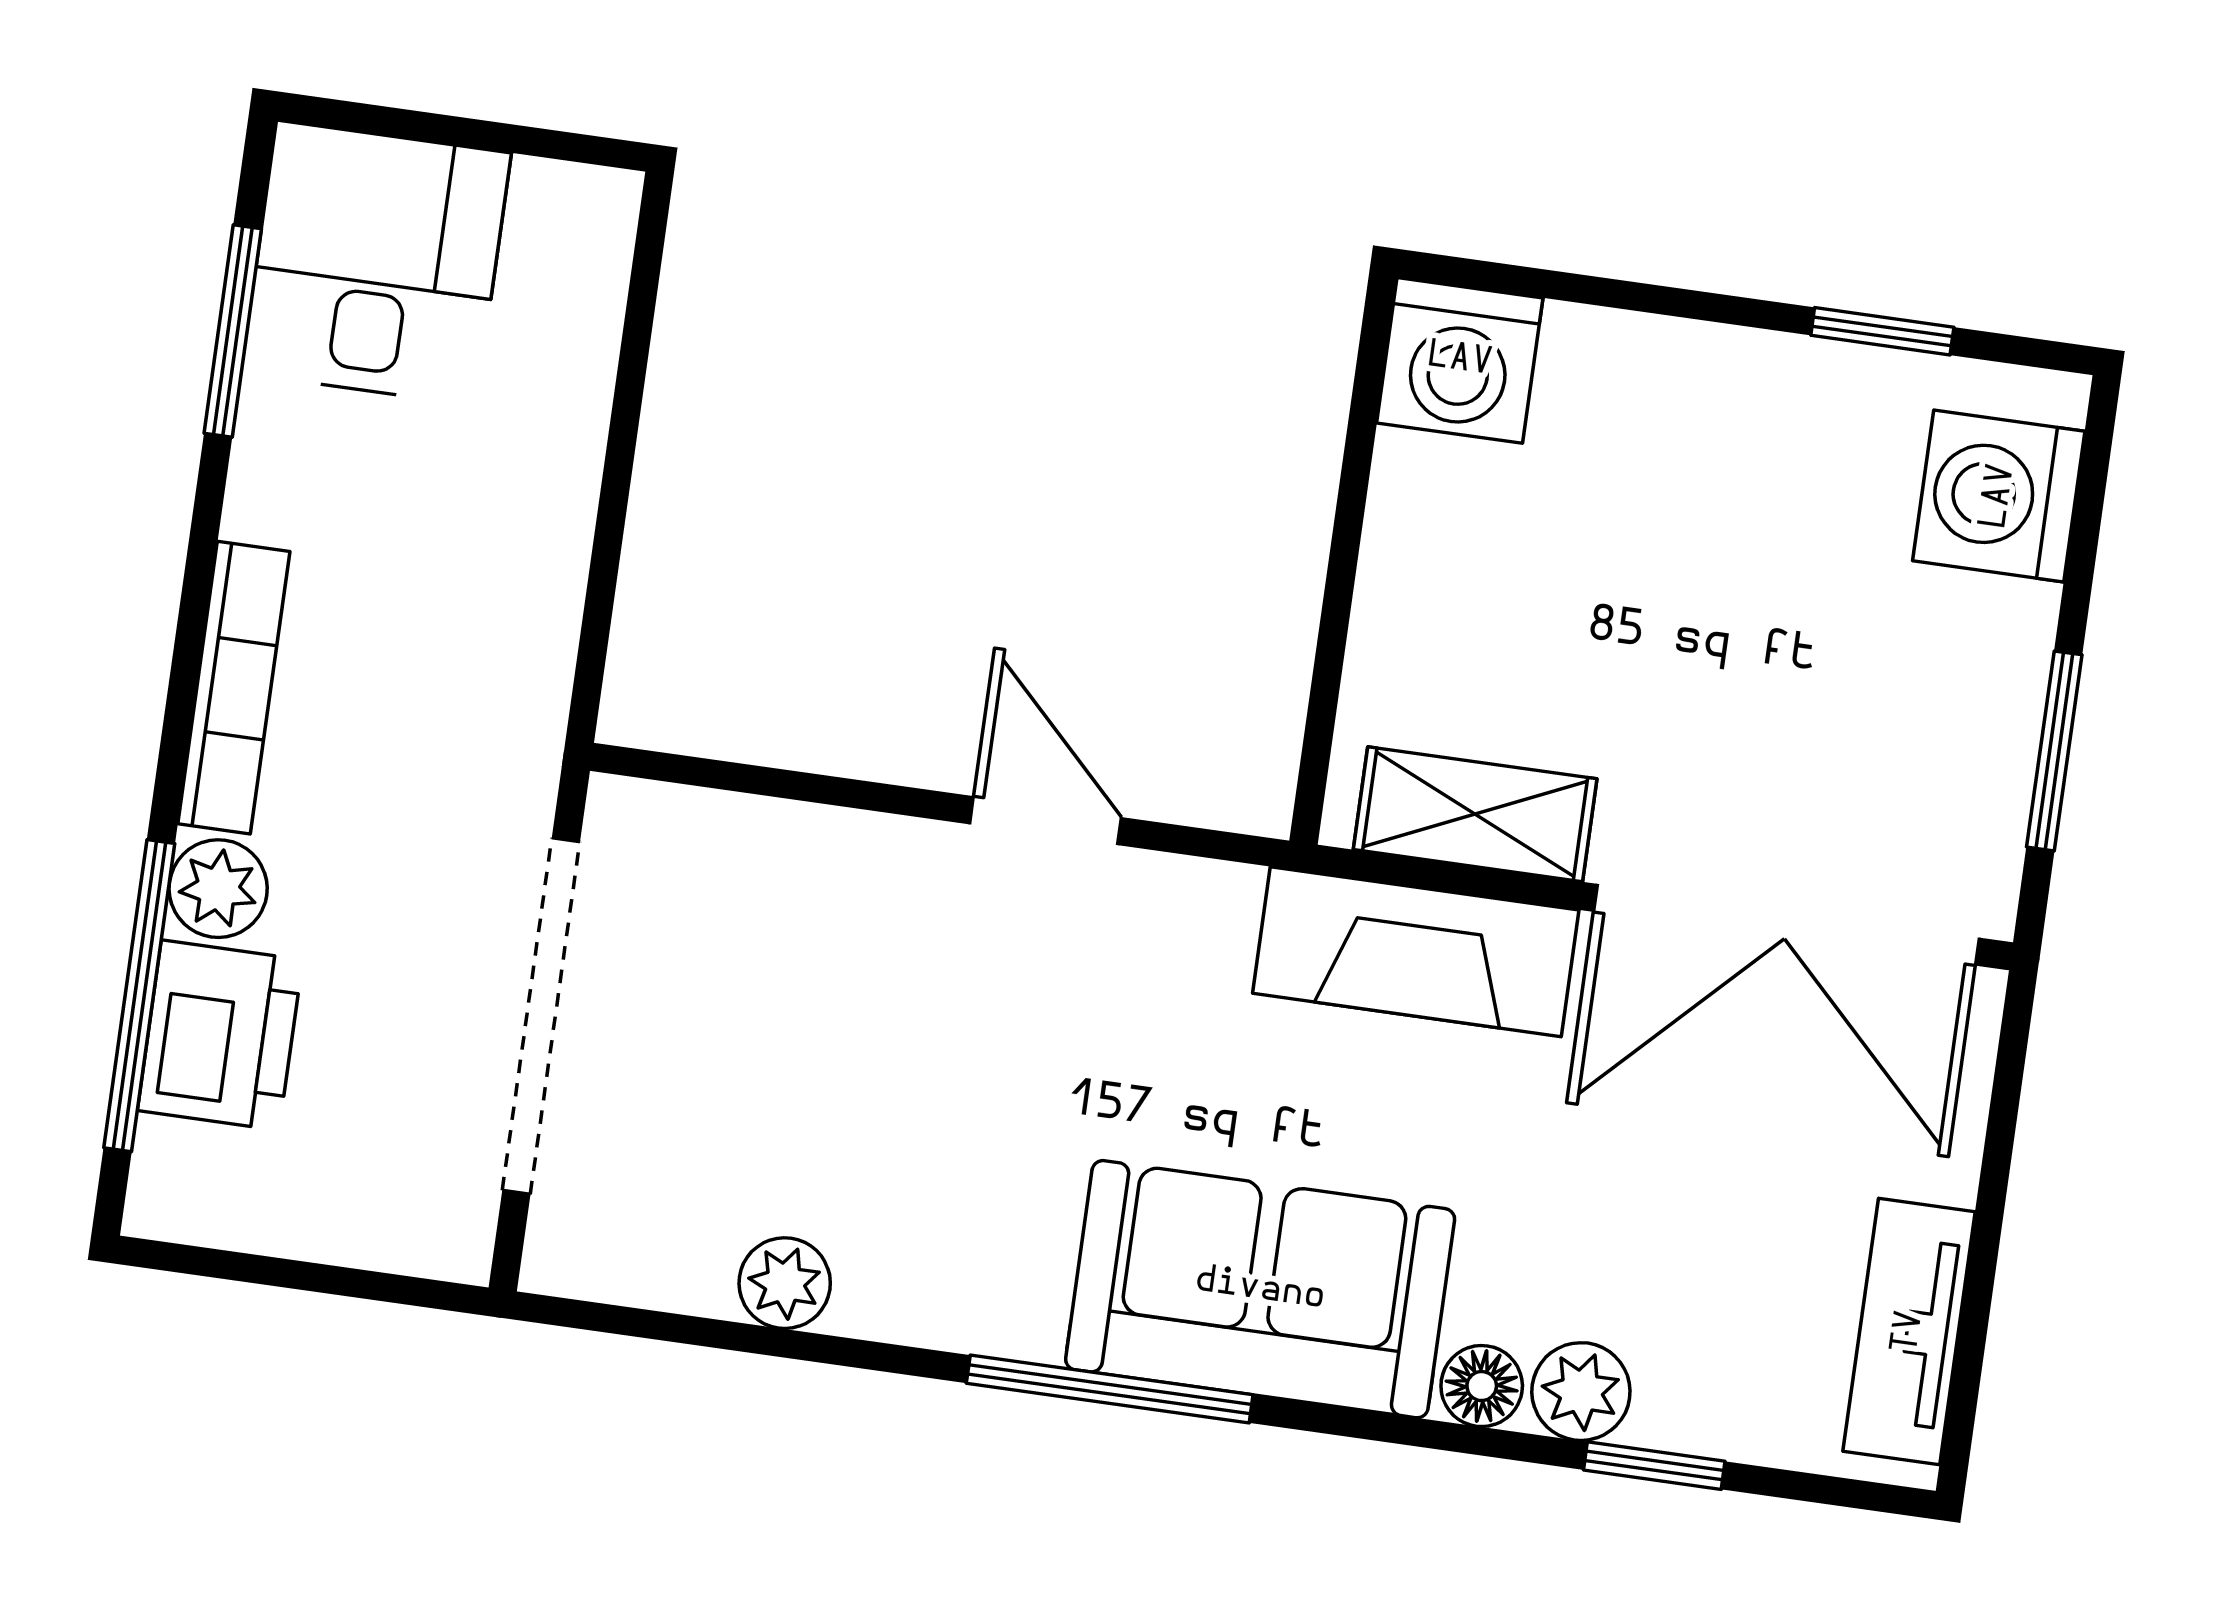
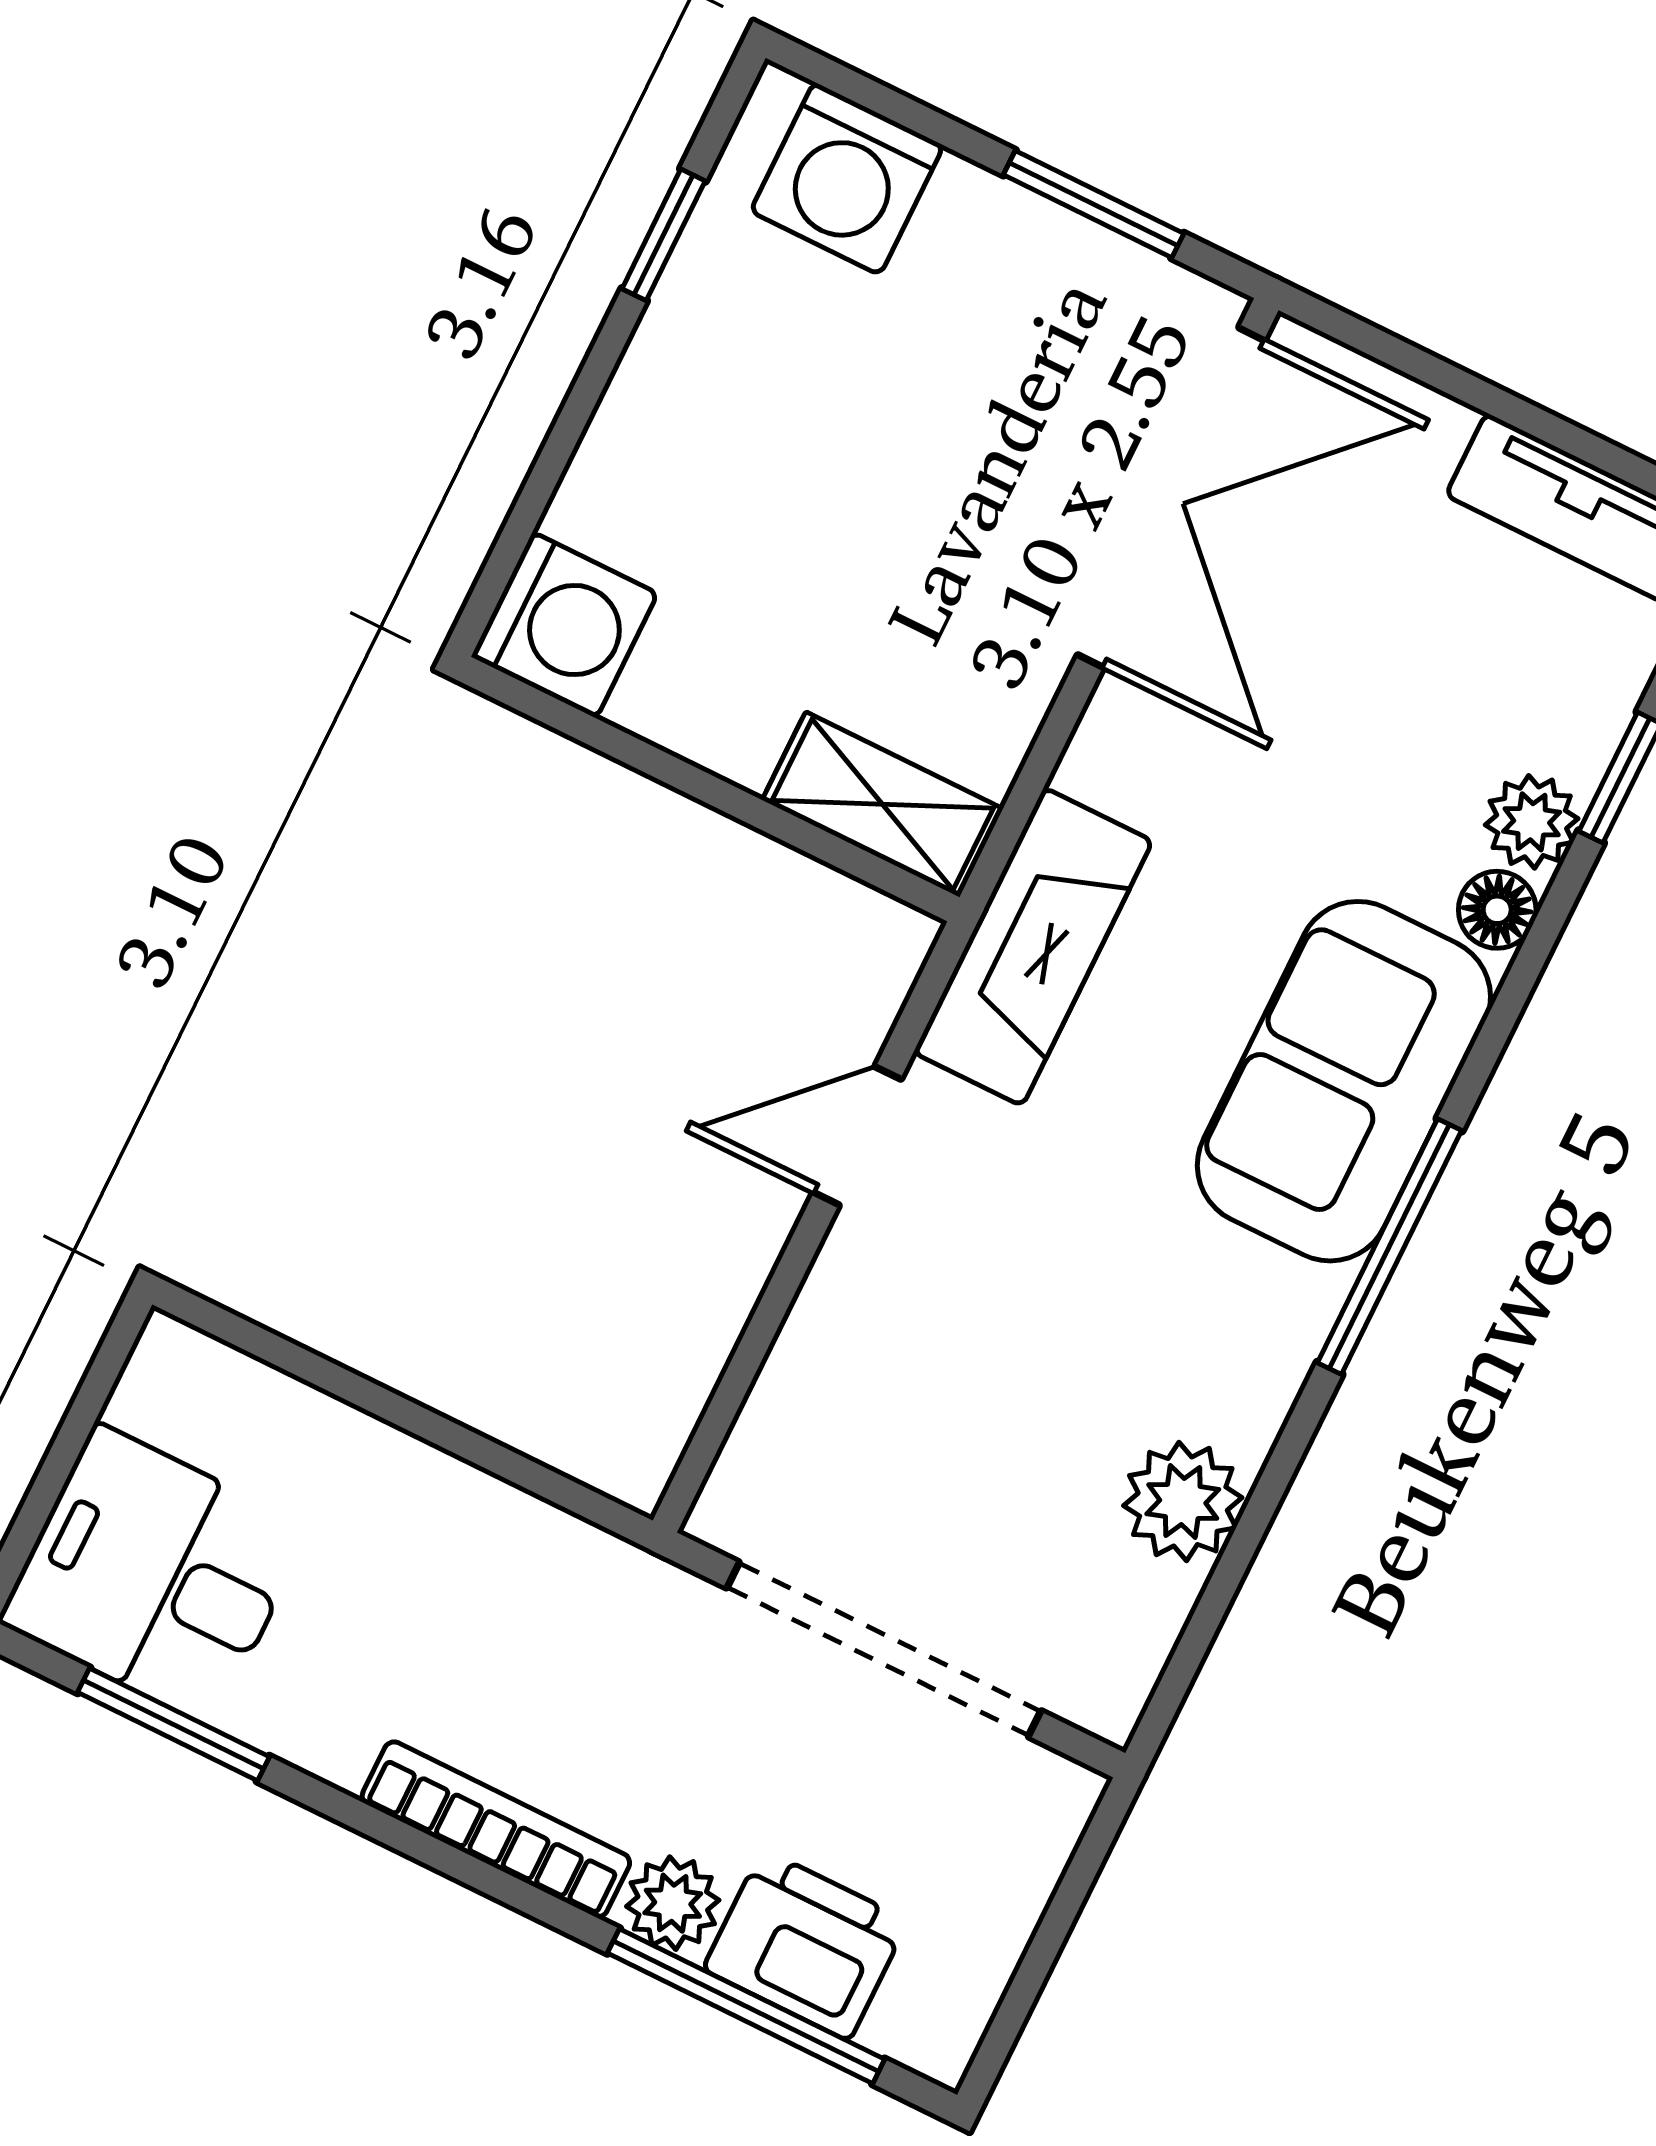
shelving: (1475, 814) -> (883, 804), moved, turned 90
fireplace: (1416, 952) -> (1033, 947), moved
plant: (785, 1283) -> (1183, 1502), width x1.38, depth x1.38

